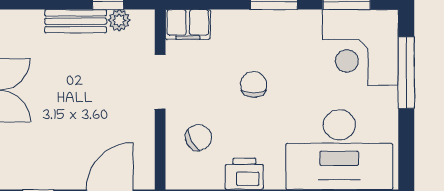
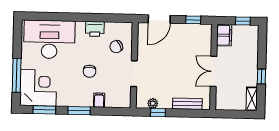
bench: (76, 21) -> (187, 104), moved
filing cabinet: (188, 24) -> (99, 100), moved, width x0.50

